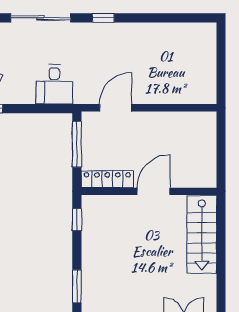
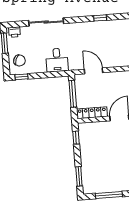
window: (103, 18) -> (100, 18), moved
door: (116, 108) -> (94, 71), hinge flipped

